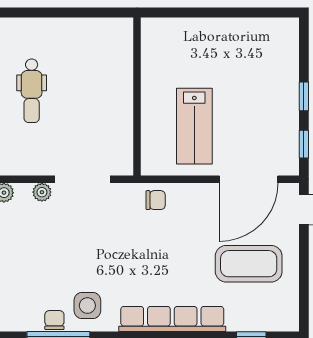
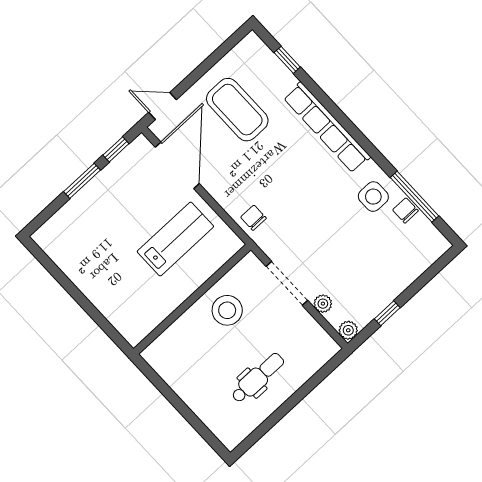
window: (304, 96) -> (82, 181), width x1.50
stool: (104, 115) -> (227, 310), added
door: (249, 179) -> (177, 165), hinge flipped
chair: (54, 320) -> (405, 210), turned 90

